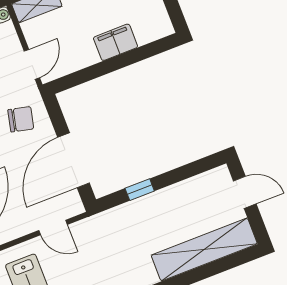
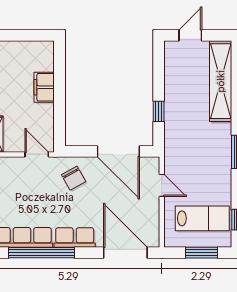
chair: (21, 119) -> (74, 178), turned 138
door: (53, 228) -> (162, 185), hinge flipped

